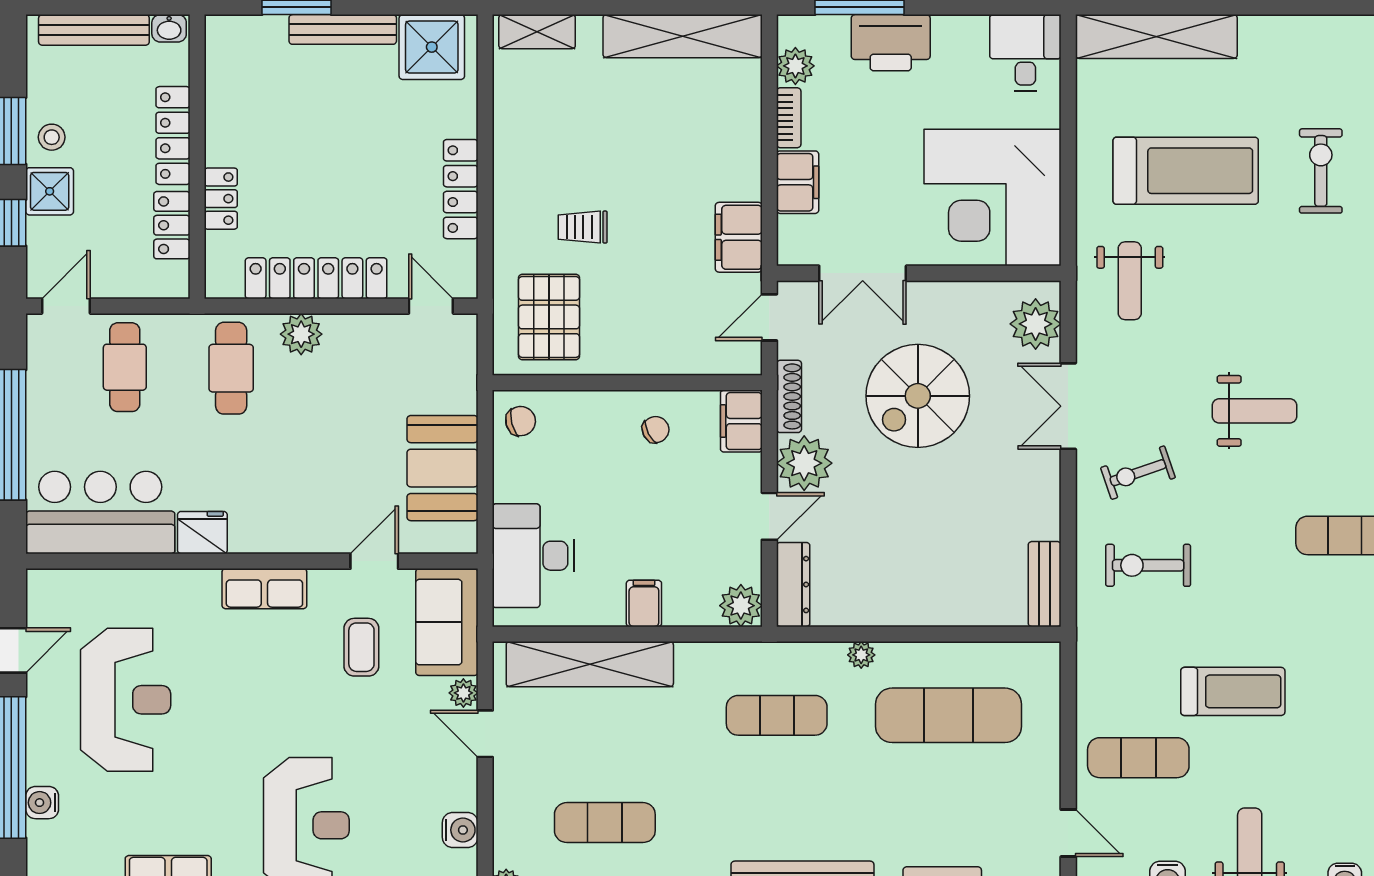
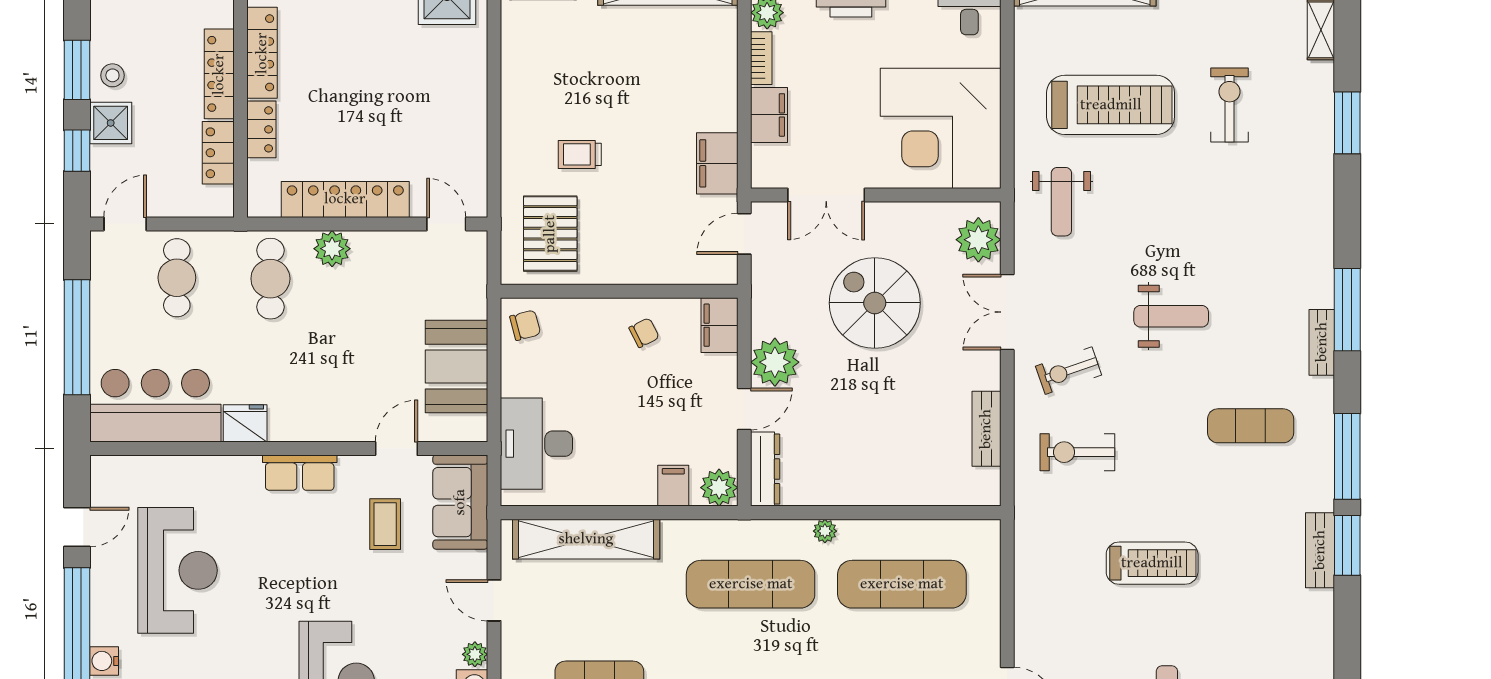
locker: (461, 189) -> (262, 53), moved, turned 180
shoe rack: (789, 396) -> (761, 303), removed
spiral stairs: (918, 396) -> (875, 303), turned 90
bench: (1045, 584) -> (986, 429), moved
filing cabinet: (644, 603) -> (673, 486), moved
plant: (463, 693) -> (475, 654), moved
exercise mat: (777, 715) -> (751, 584), width x1.36, depth x1.45
exercise mat: (1138, 758) -> (1069, 621), removed

